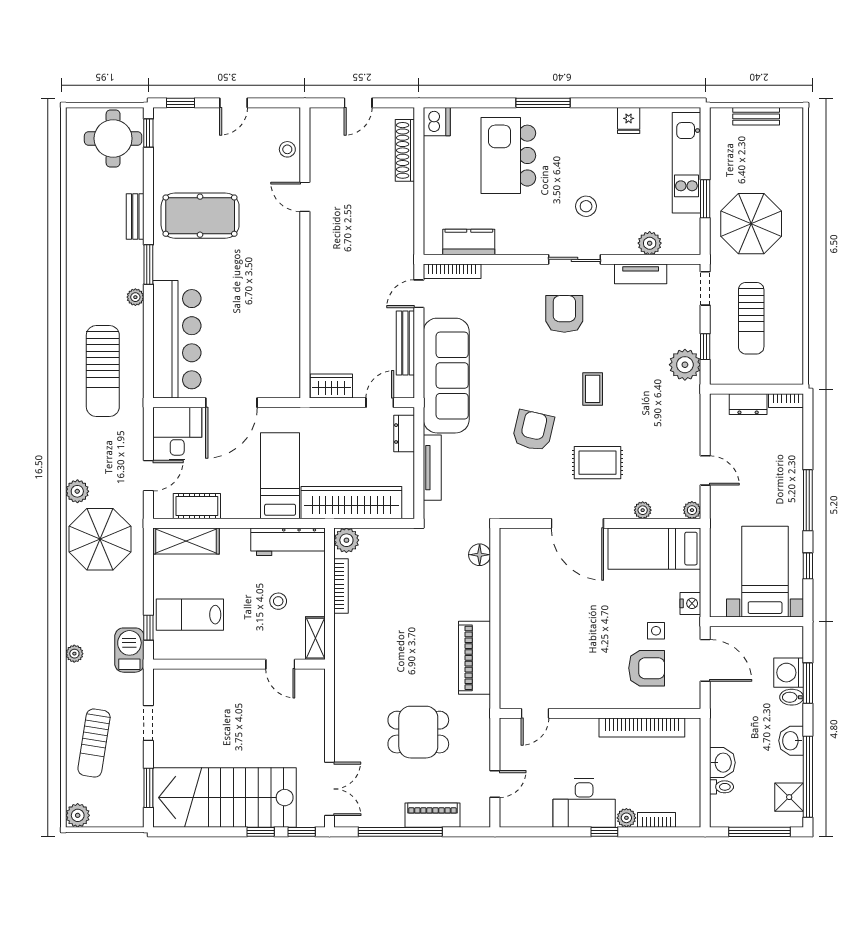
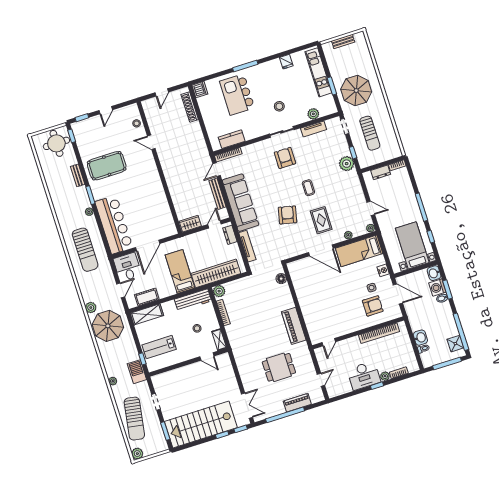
rug: (598, 463) -> (321, 220), turned 90
washbasin: (791, 741) -> (434, 273), moved
sun lounger: (94, 743) -> (134, 419), width x1.36, depth x1.34

